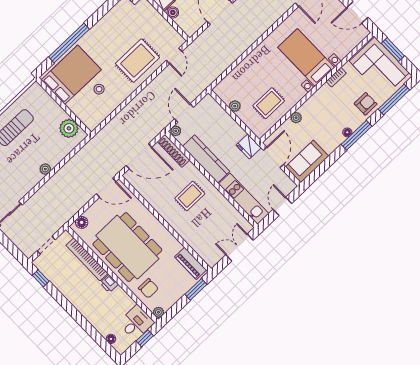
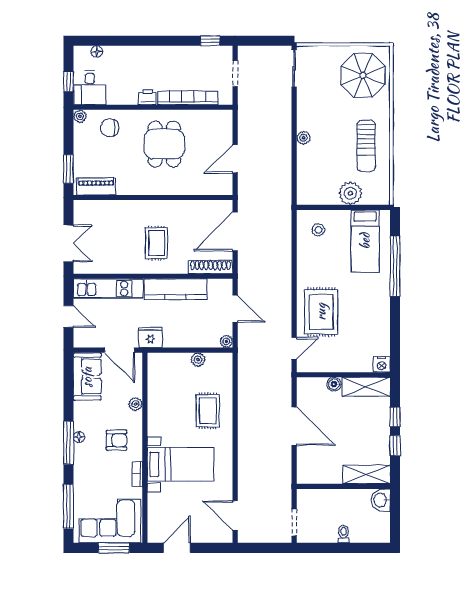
door: (174, 56) -> (294, 348), swing flipped
bed: (71, 75) -> (365, 241), width x0.67
stool: (99, 89) -> (318, 230), moved
rug: (269, 103) -> (208, 411), moved
armchair: (366, 104) -> (117, 440), moved, turned -90
plant: (69, 128) -> (350, 193), moved
plant: (176, 131) -> (226, 341), moved
door: (106, 188) -> (235, 159), moved
floor lamp: (82, 222) -> (225, 125), removed
dining table: (127, 247) -> (164, 144), width x0.53, depth x0.80

